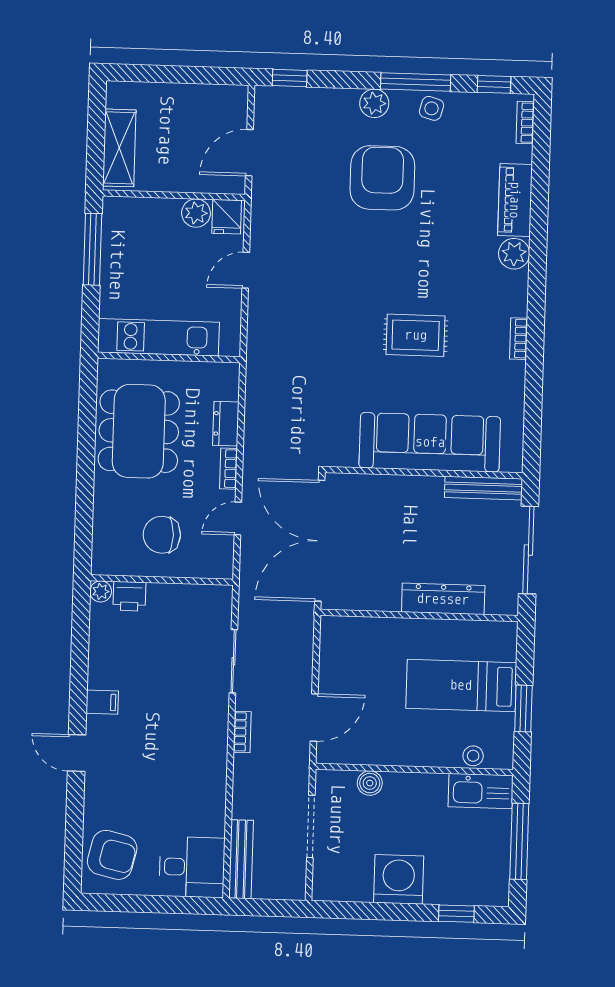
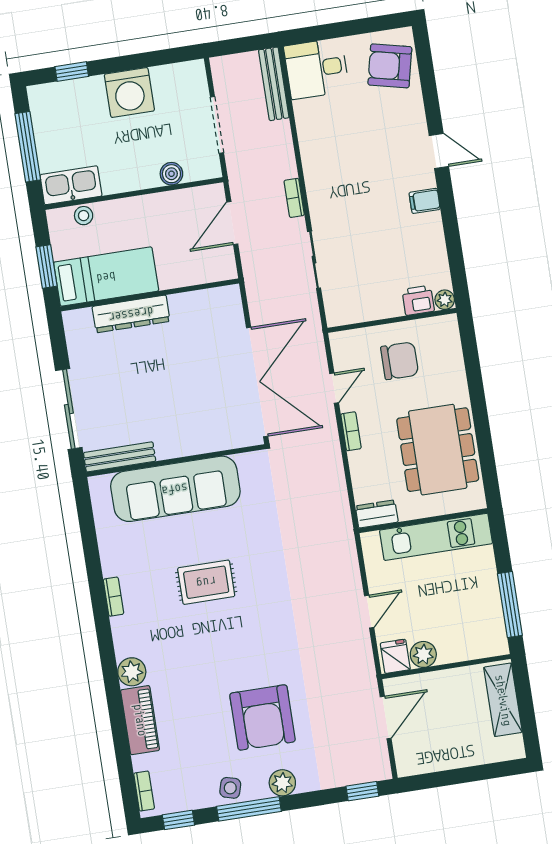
dresser: (226, 424) -> (377, 514), moved, turned -90
dresser: (443, 599) -> (131, 314), moved
wall: (419, 615) -> (150, 295), moved

